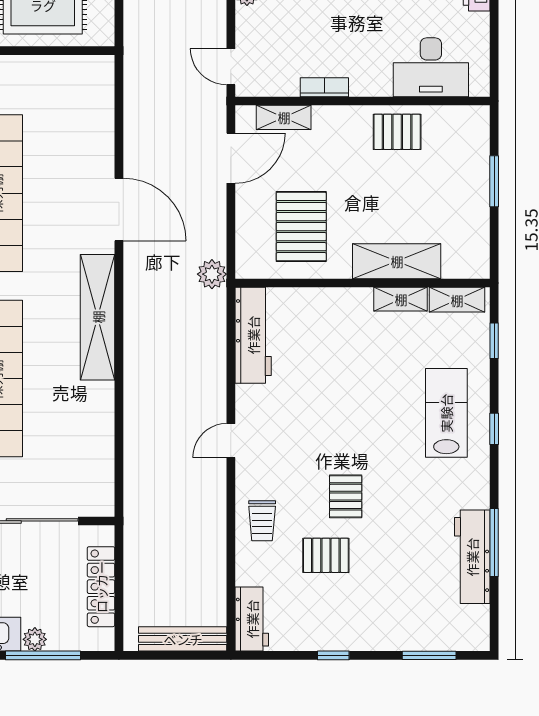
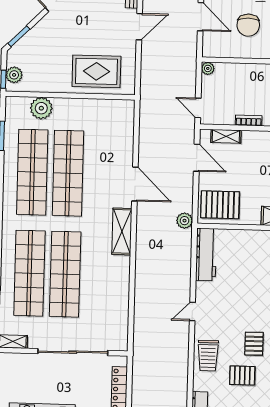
door: (231, 158) -> (197, 158), hinge flipped
pallet: (301, 227) -> (220, 205), moved, turned 90
shelving: (98, 317) -> (122, 231), width x0.68
trolley: (262, 521) -> (208, 356), width x1.36, depth x1.39

